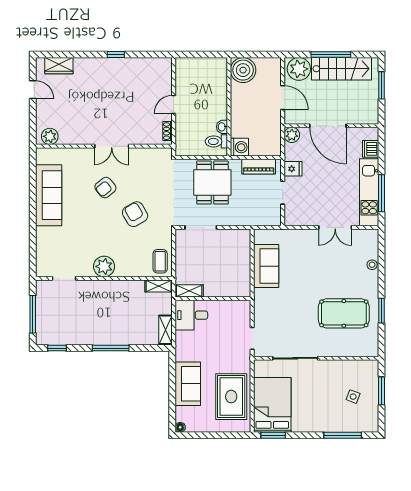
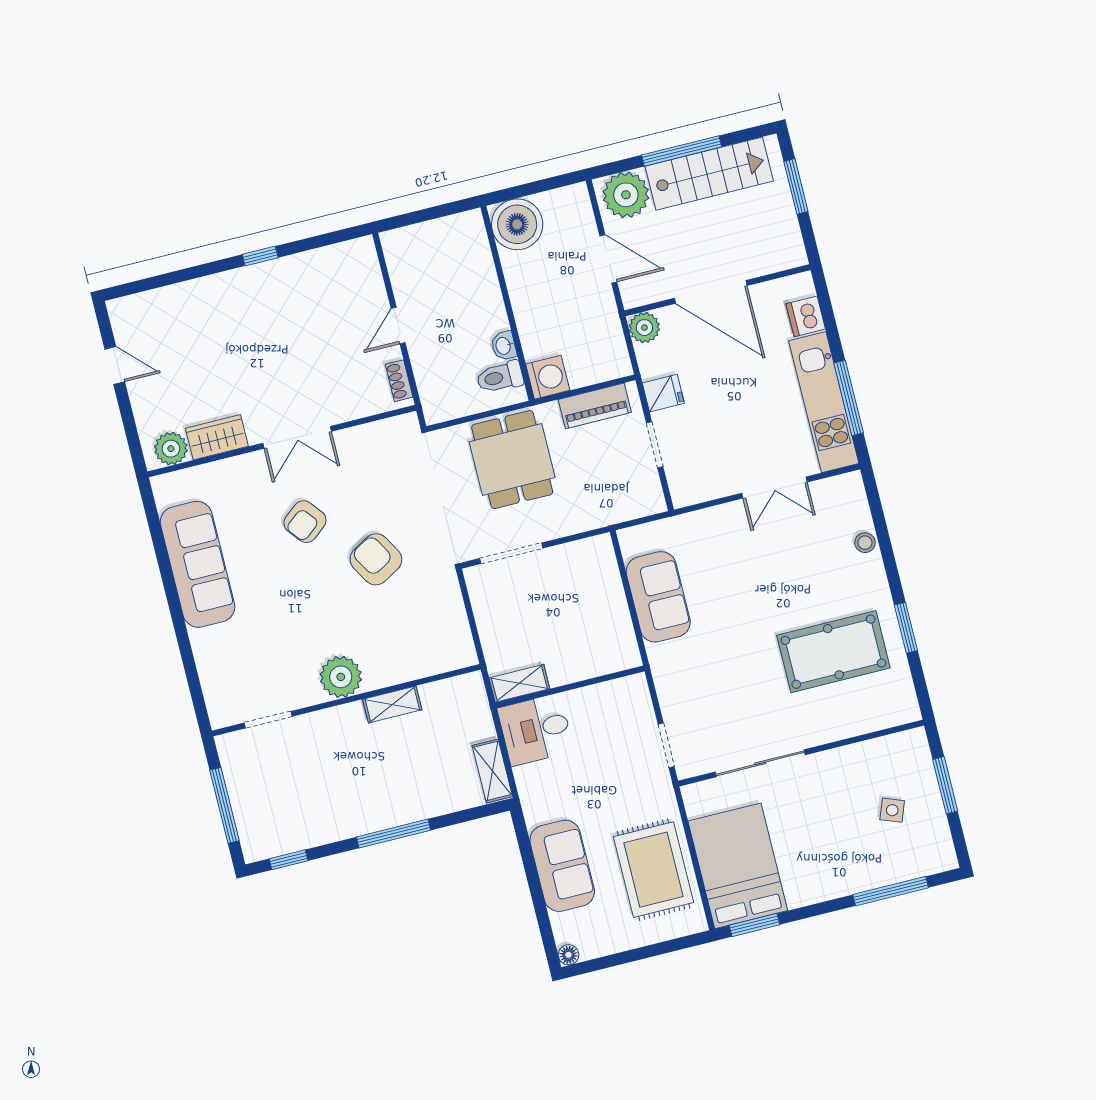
wardrobe: (59, 66) -> (217, 437), moved, turned 180
coffee table: (160, 261) -> (448, 639), removed
shelving: (159, 286) -> (392, 704), moved

